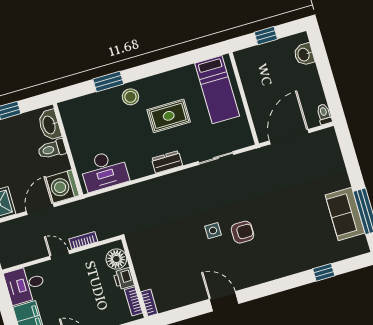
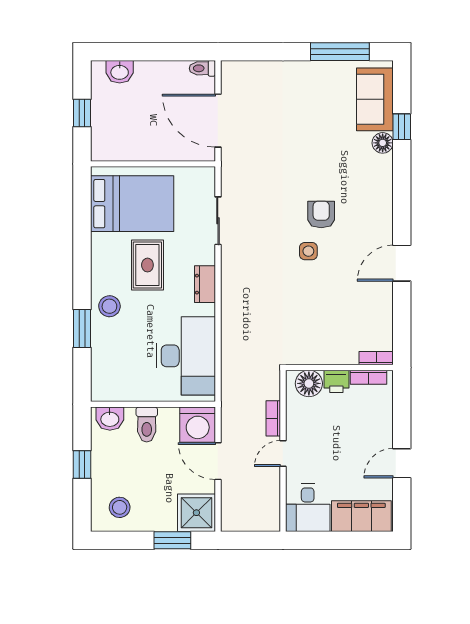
bed: (217, 90) -> (132, 204), width x1.50
washbasin: (50, 125) -> (110, 419), width x0.72
desk: (104, 171) -> (186, 356), width x1.36, depth x1.30
sofa: (345, 214) -> (375, 99), moved, turned 90
floor lamp: (308, 262) -> (383, 143), added

